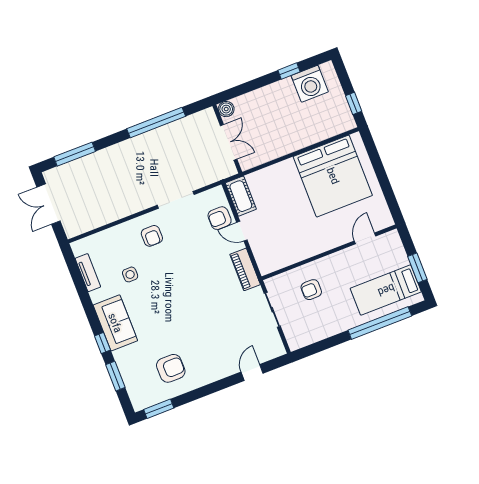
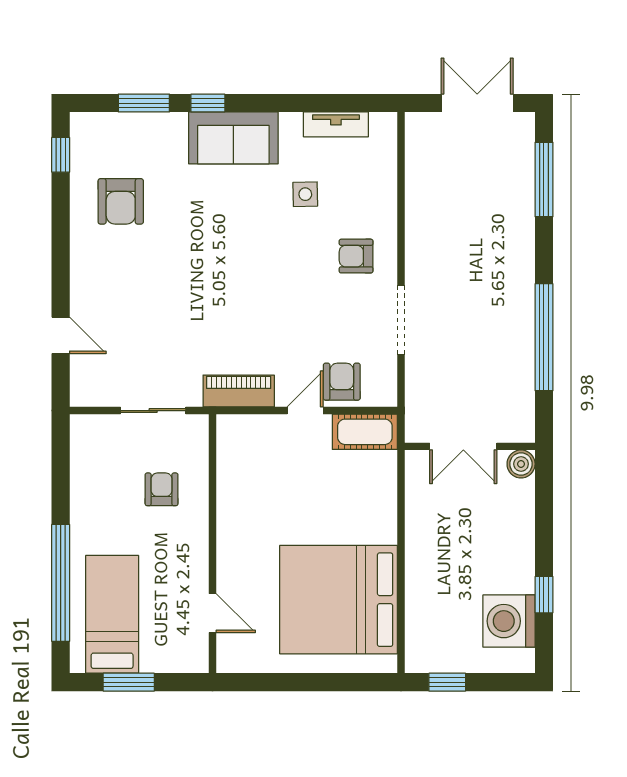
window: (159, 409) -> (61, 155), width x0.67

